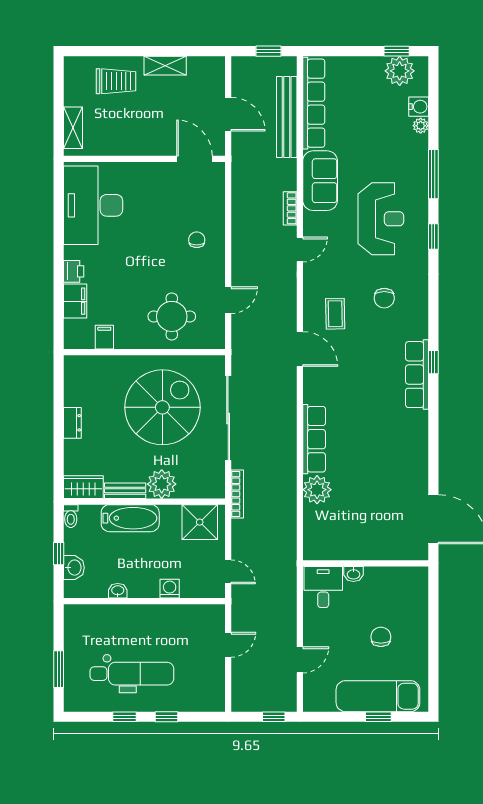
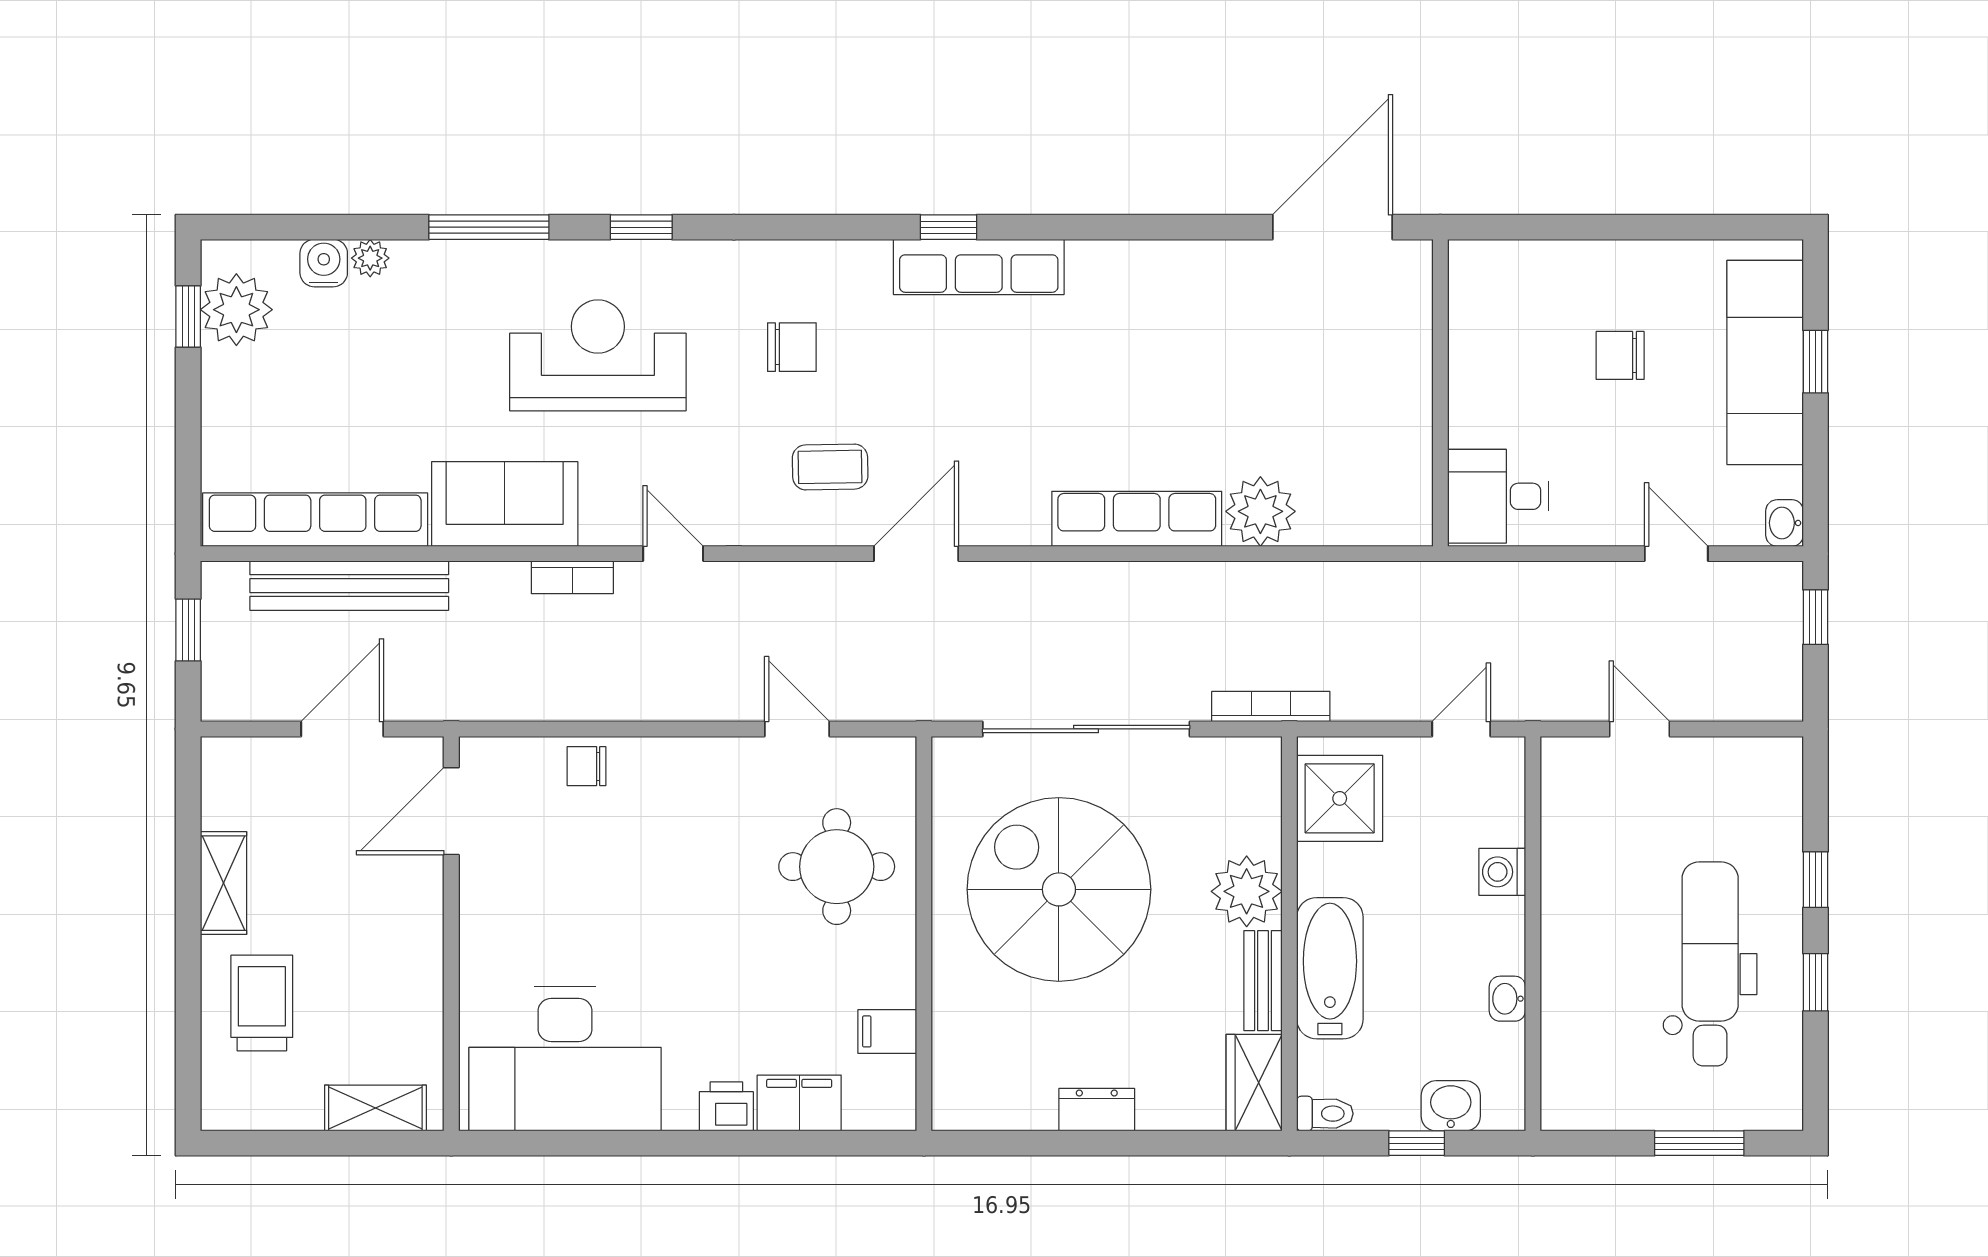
chair: (197, 240) -> (587, 766), moved
washbasin: (353, 574) -> (1785, 523), moved, turned 180

